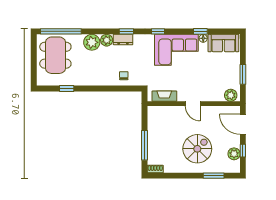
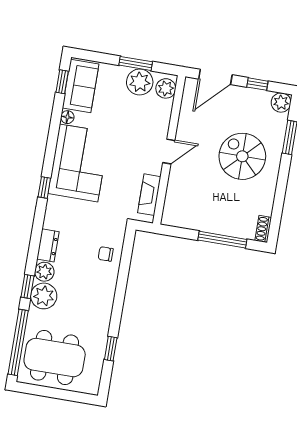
window: (126, 31) -> (28, 286), moved
window: (200, 31) -> (62, 82), moved
plant: (232, 79) -> (140, 82), added
plant: (234, 154) -> (281, 103), moved

